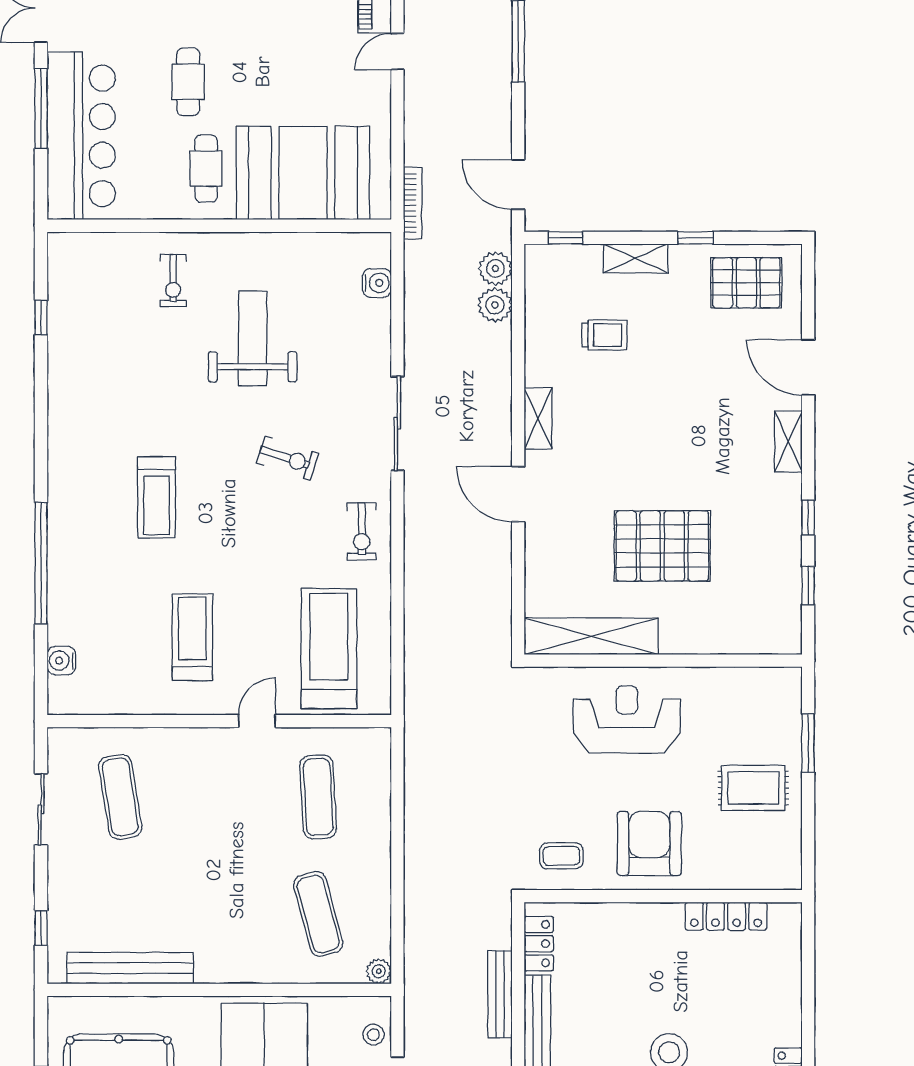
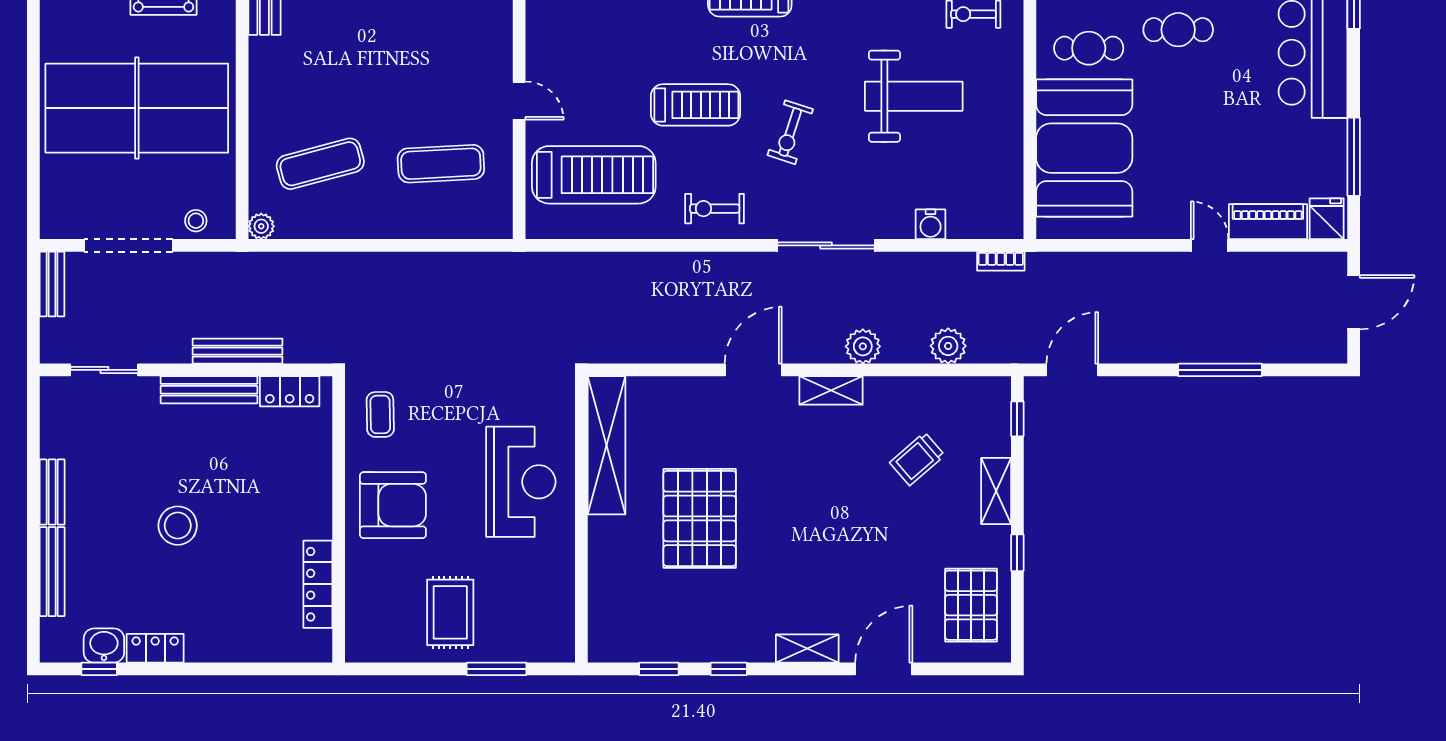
bookcase: (413, 203) -> (1001, 261), moved, width x0.64
plant: (495, 268) -> (863, 346), moved
water cooler: (377, 283) -> (931, 224), moved
trolley: (604, 335) -> (917, 459), turned 49
treadmill: (192, 637) -> (696, 105), moved

